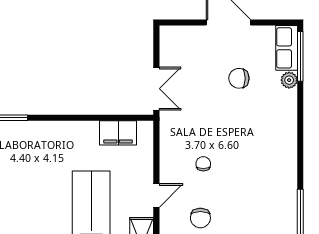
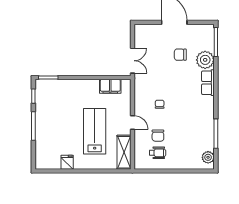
row of seats: (287, 48) -> (208, 83), moved
plant: (289, 80) -> (205, 60), width x1.87, depth x1.87
door: (156, 196) -> (132, 123), hinge flipped

